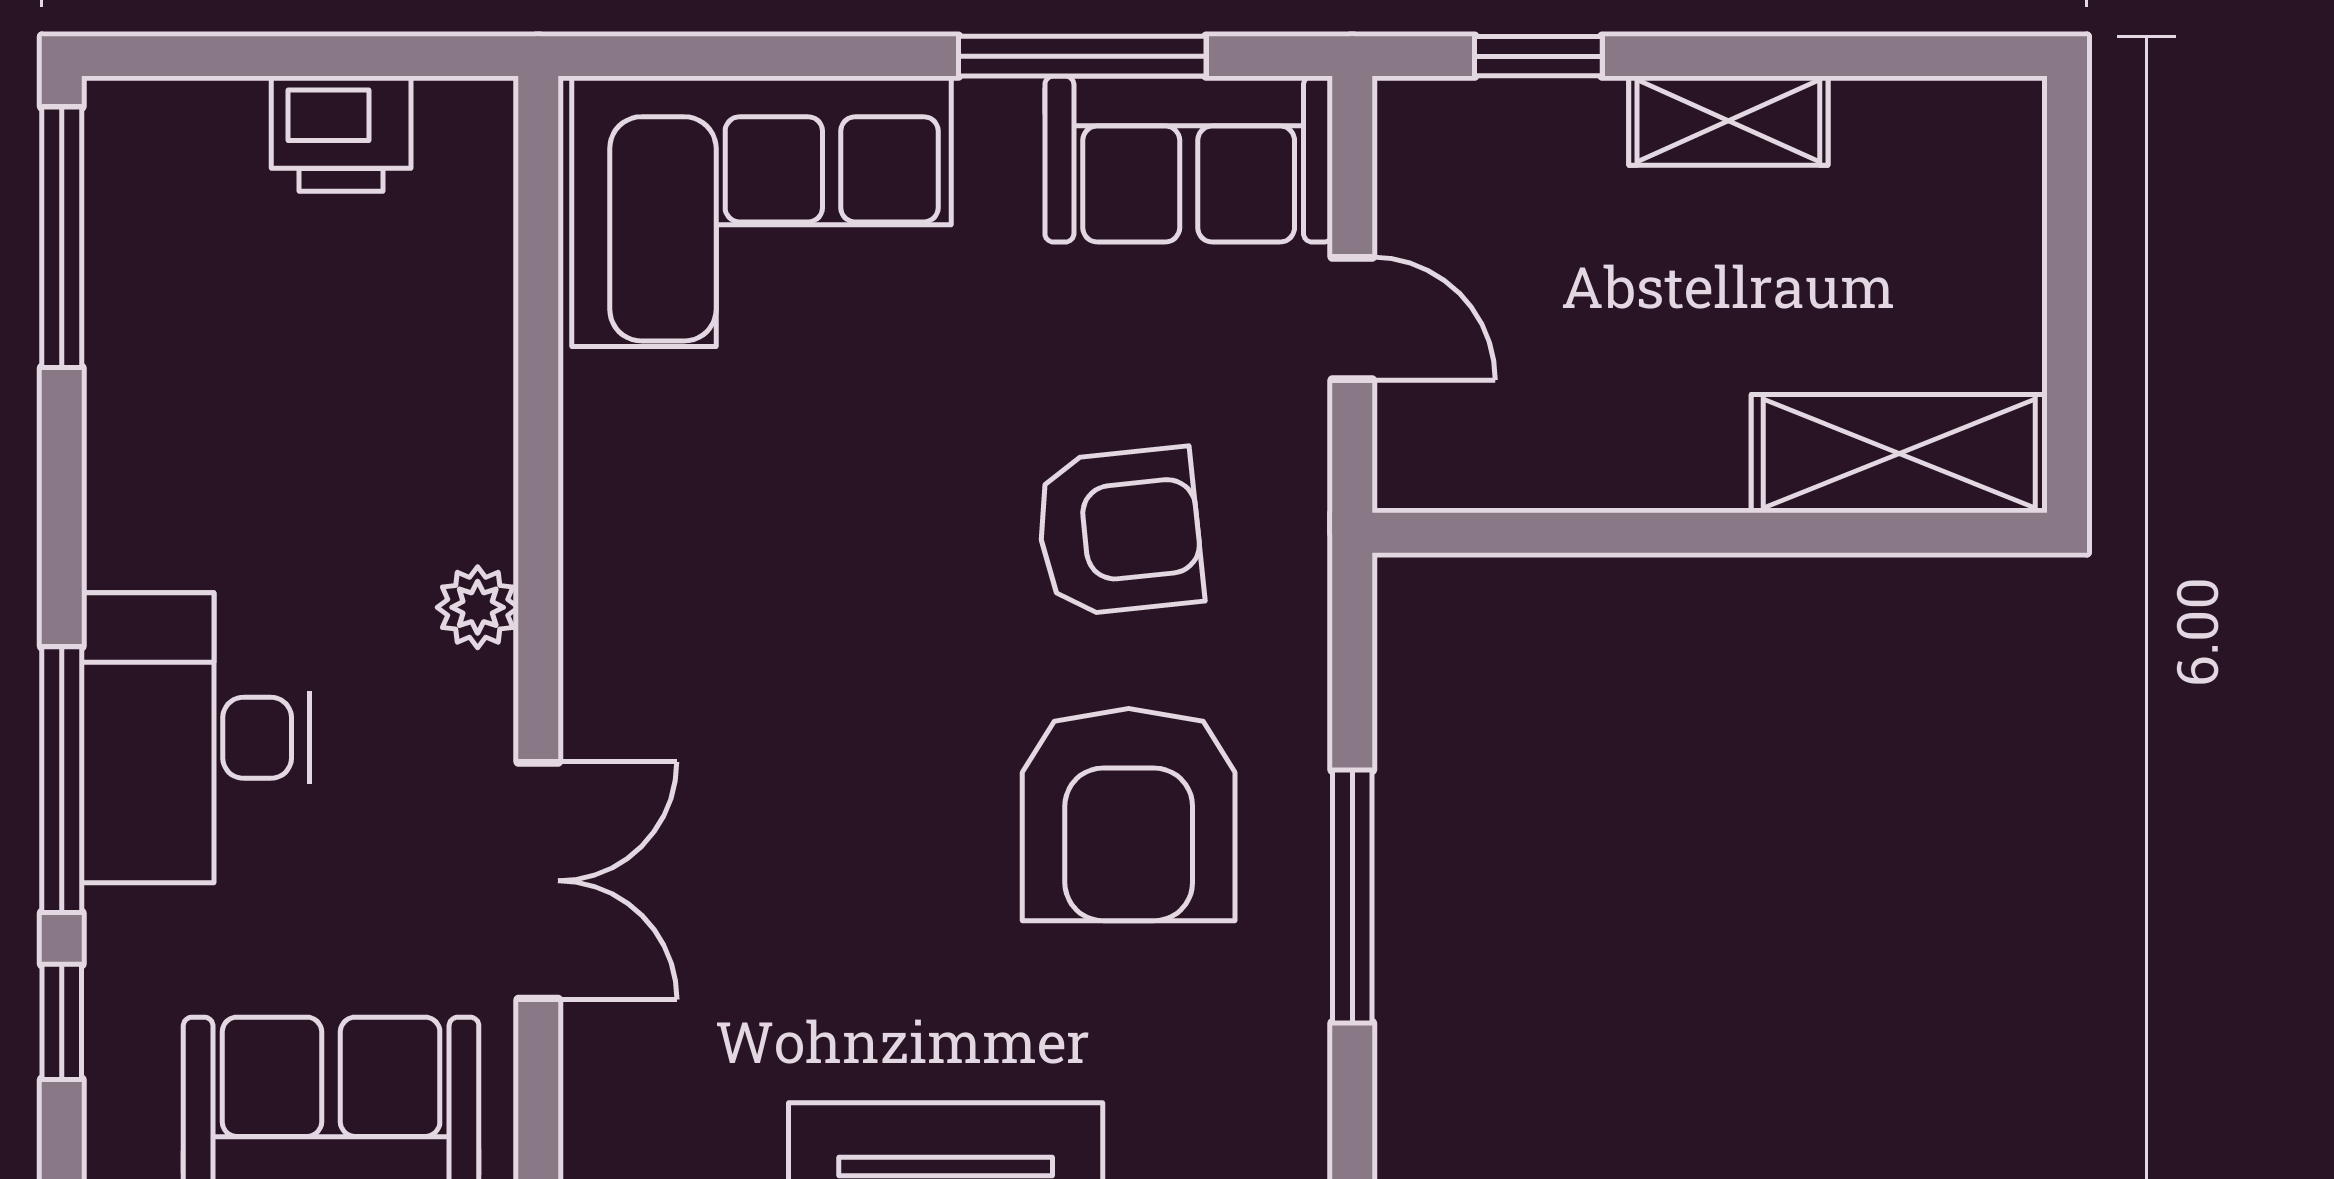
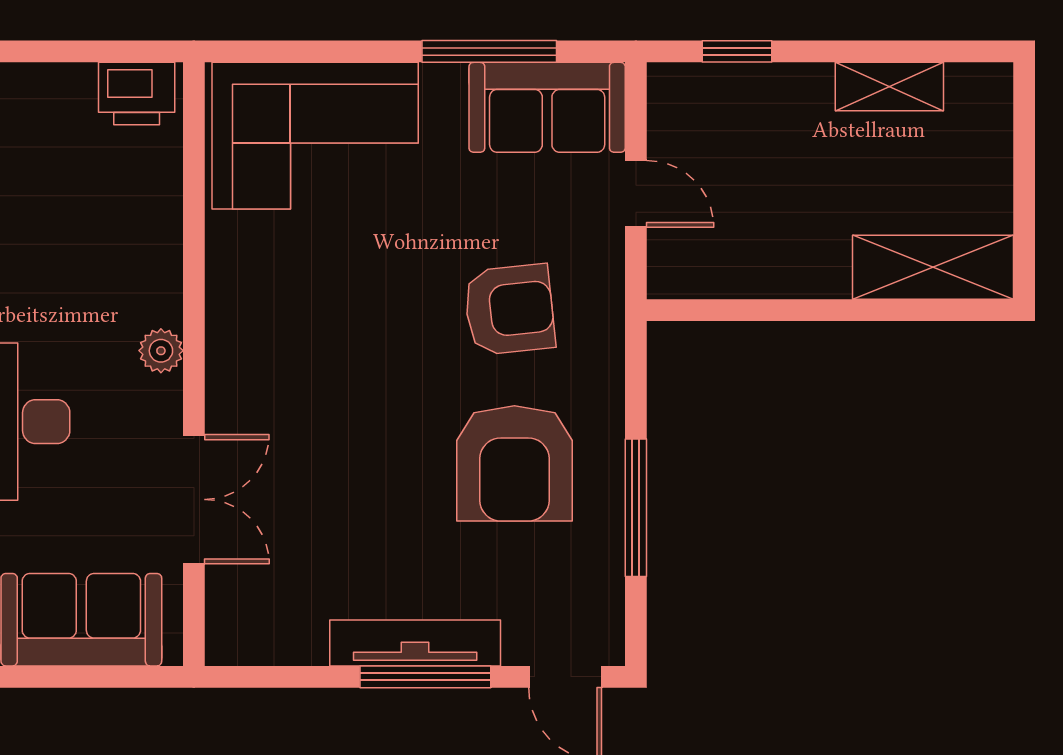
shelving: (1728, 121) -> (889, 86), moved
printer: (341, 134) -> (137, 94), moved

